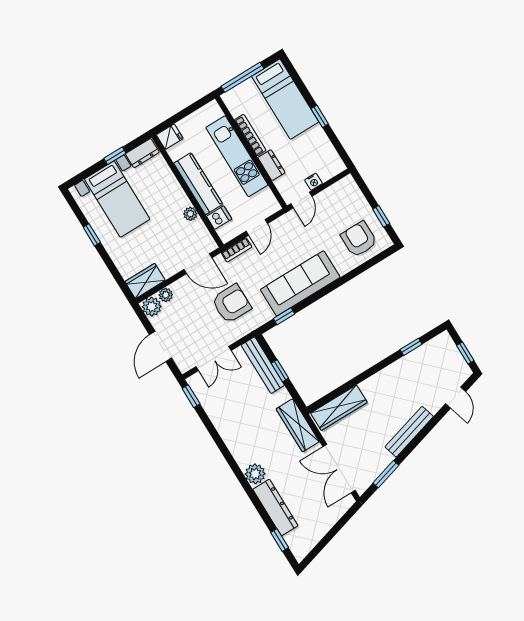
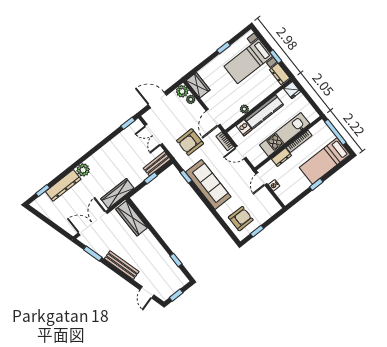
door: (301, 200) -> (261, 179), hinge flipped
armchair: (231, 304) -> (190, 142), turned 90
bench: (263, 365) -> (157, 164), width x0.73
door: (456, 398) -> (147, 292), hinge flipped

